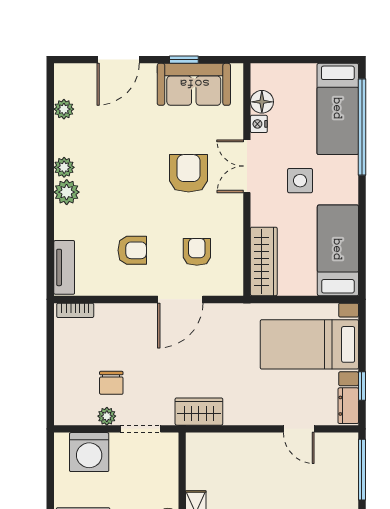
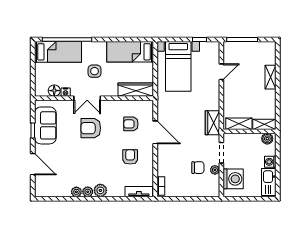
plant: (64, 109) -> (76, 192), moved
dresser: (348, 406) -> (210, 47), removed
shelving: (197, 463) -> (239, 124), added

